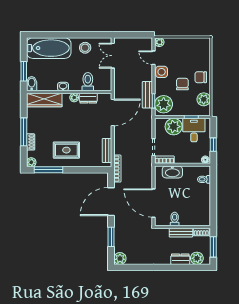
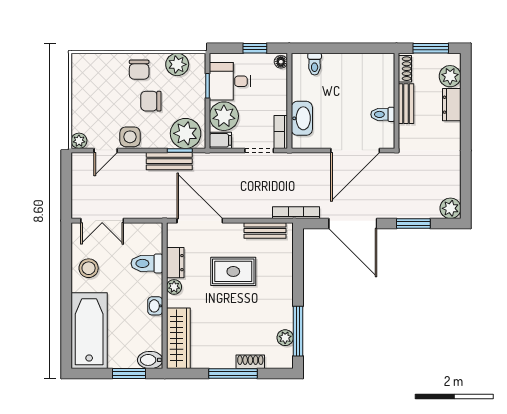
filing cabinet: (160, 125) -> (220, 140), added
rug: (66, 150) -> (233, 271), moved, turned 90
plant: (31, 162) -> (285, 338), moved

